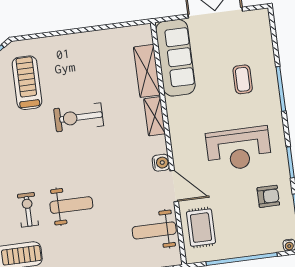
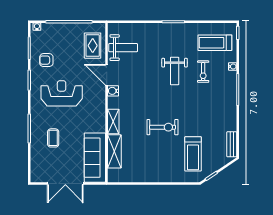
weight bench: (71, 205) -> (175, 71), turned -90

